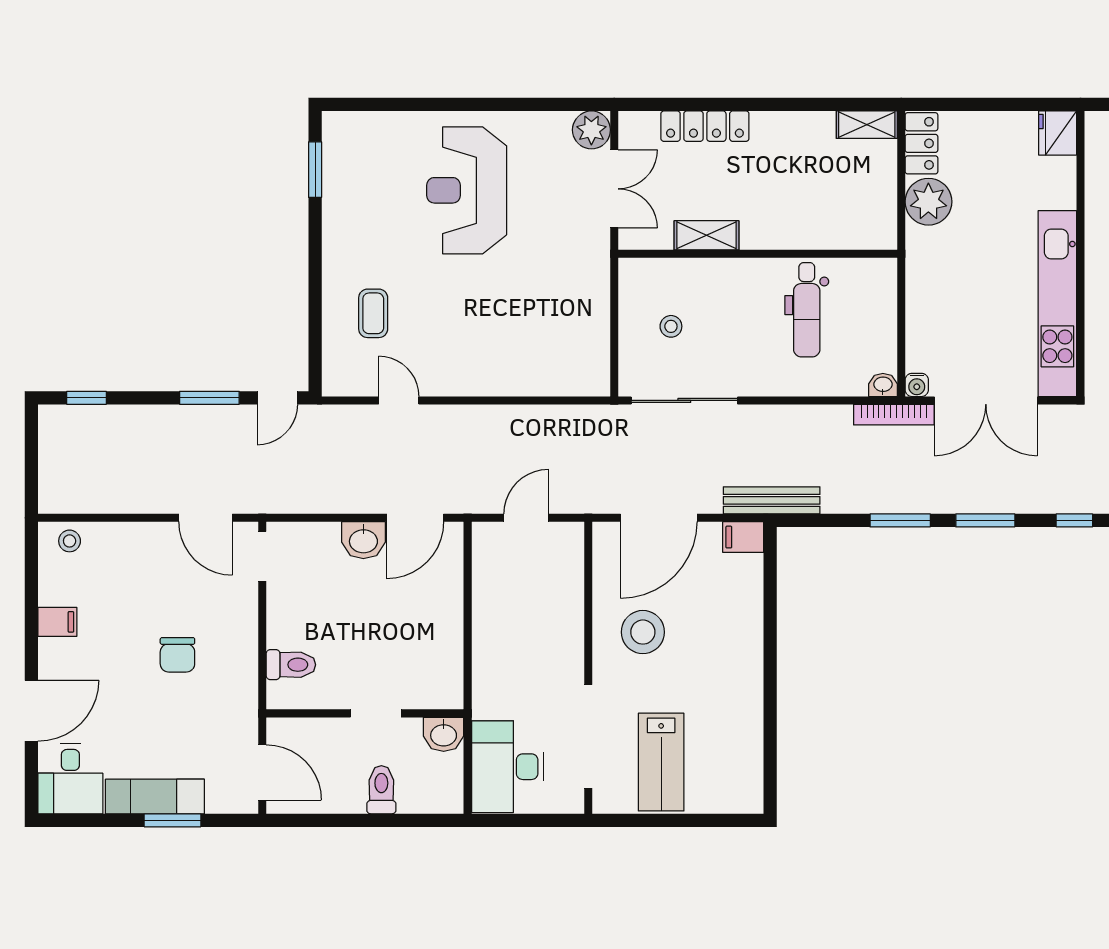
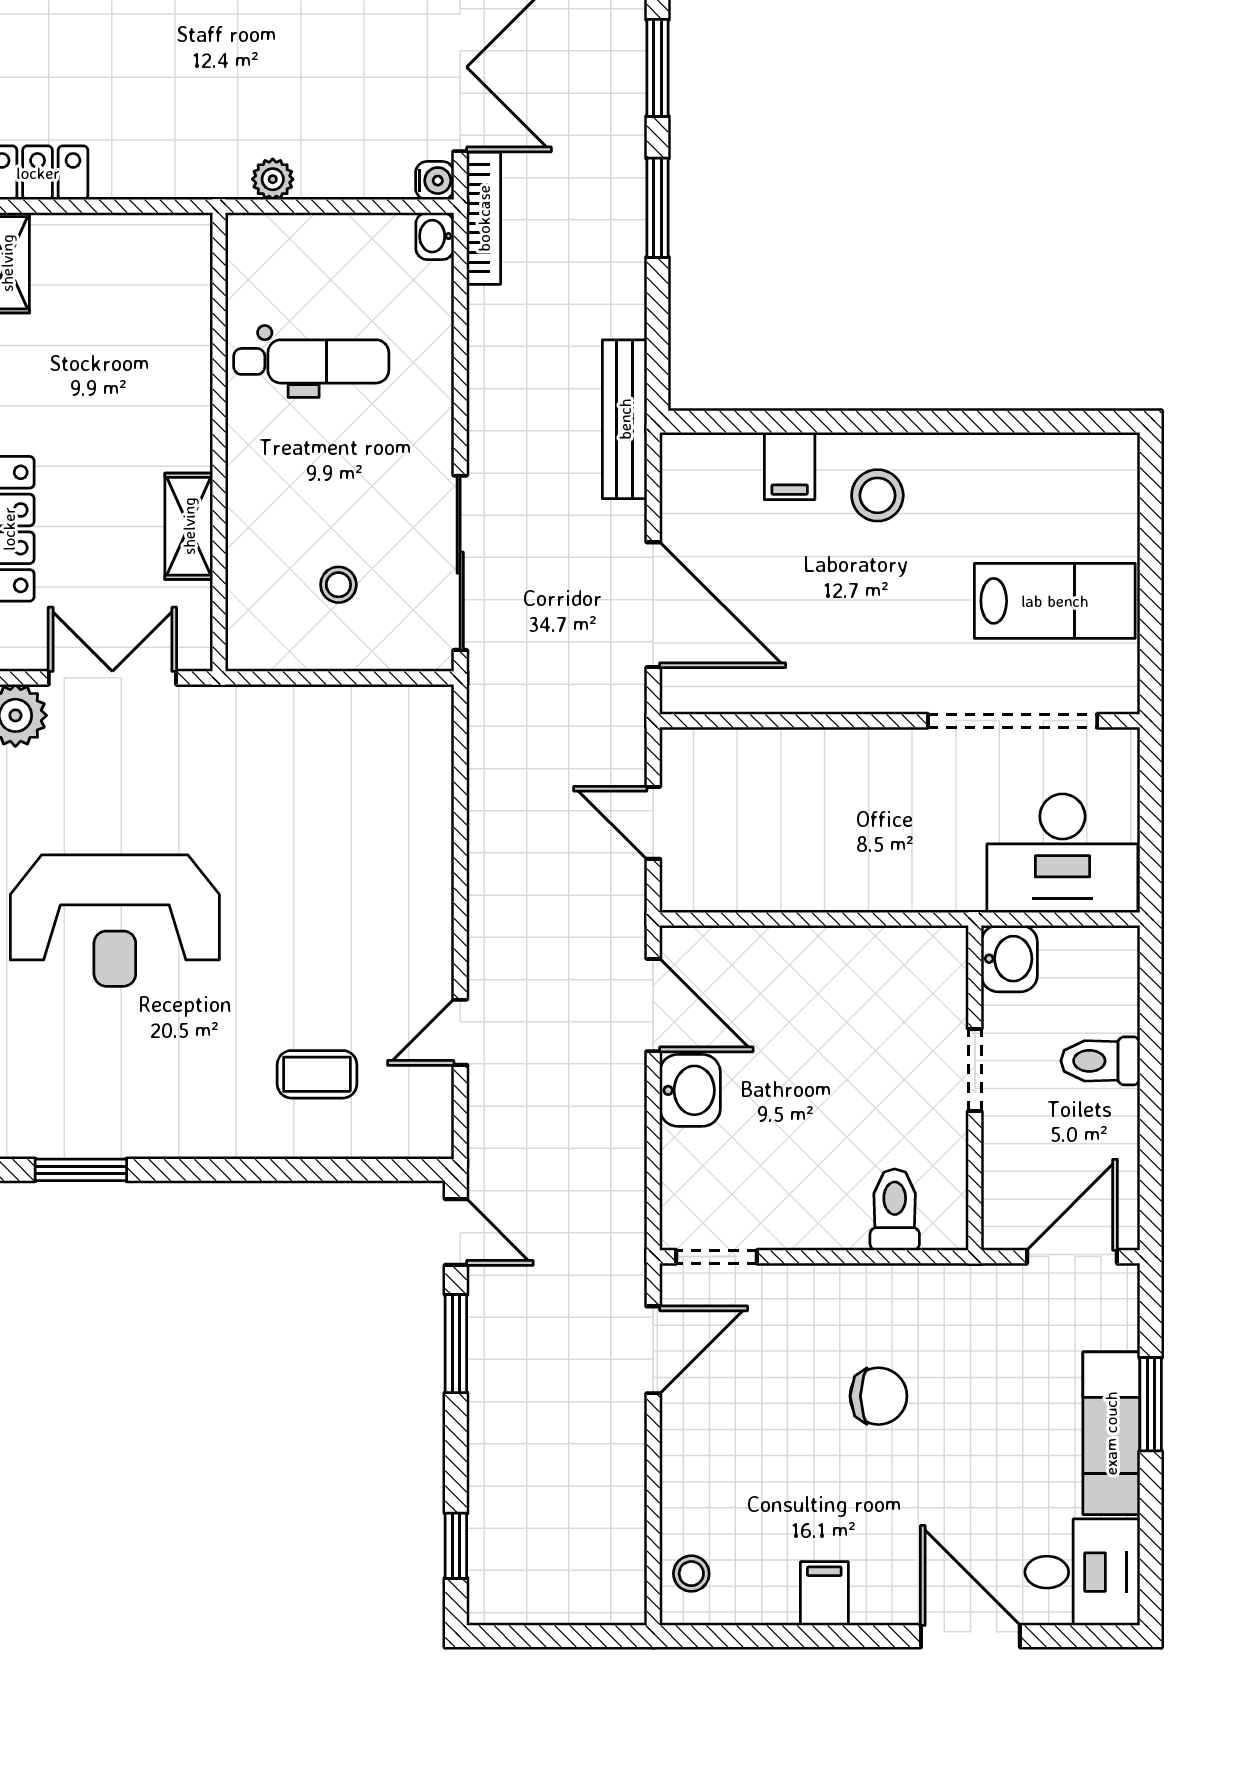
plant: (928, 202) -> (273, 179), moved, width x0.53, depth x0.53
filing cabinet: (743, 537) -> (790, 466), moved
stool: (643, 632) -> (877, 495), moved, width x0.73, depth x0.73

